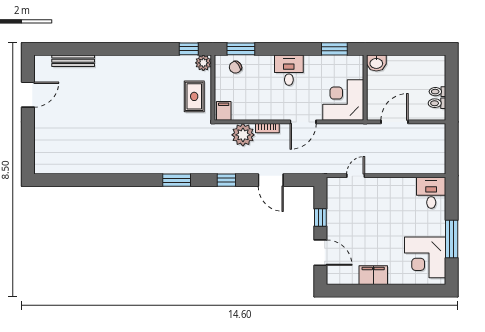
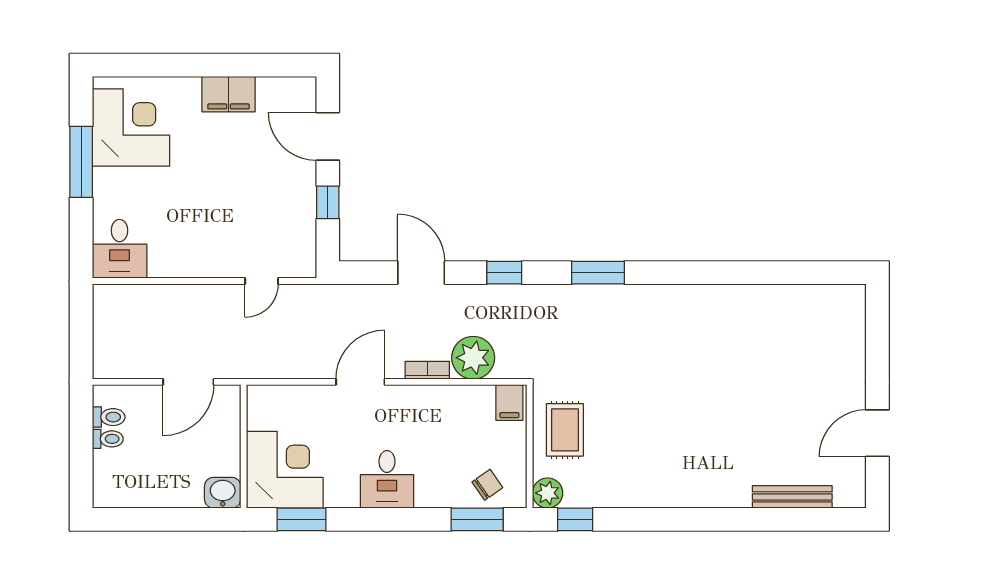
corner desk: (343, 100) -> (285, 470), moved, turned -90

